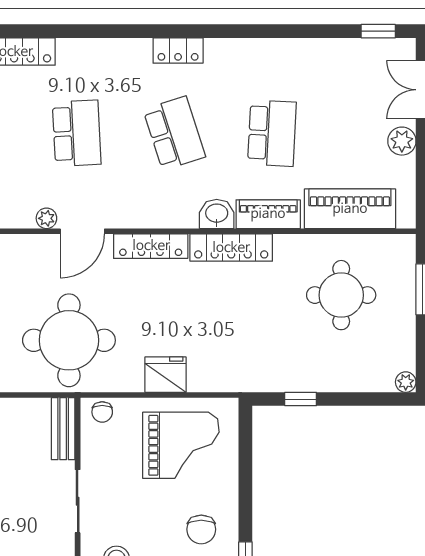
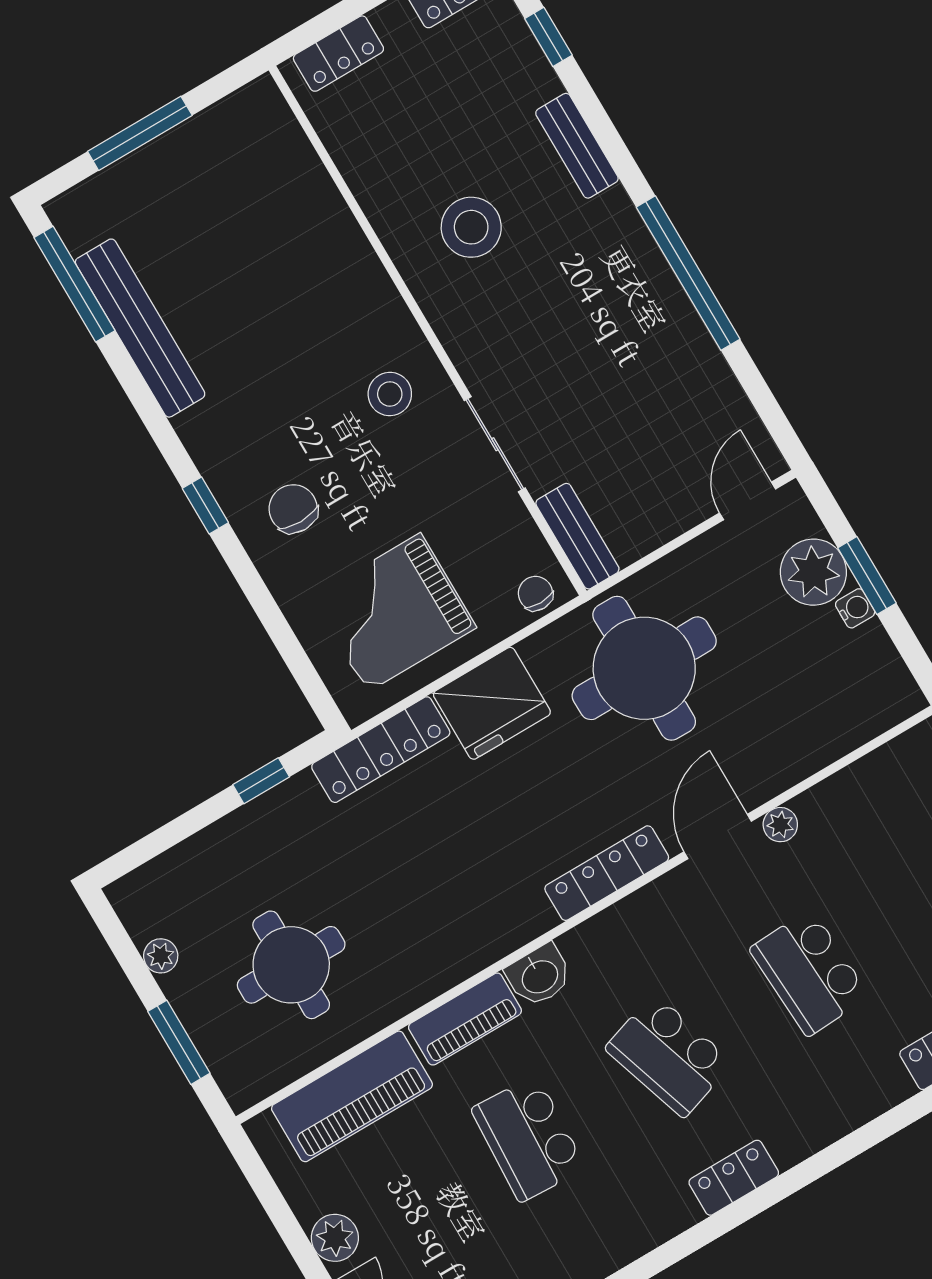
locker: (231, 248) -> (381, 750), moved, turned 180
fridge: (166, 375) -> (492, 703), width x1.36, depth x1.34
plant: (406, 382) -> (161, 956), moved

